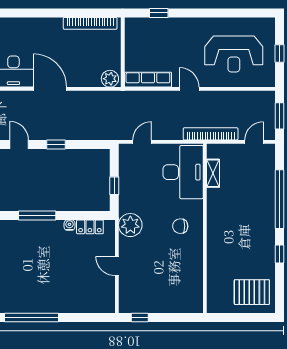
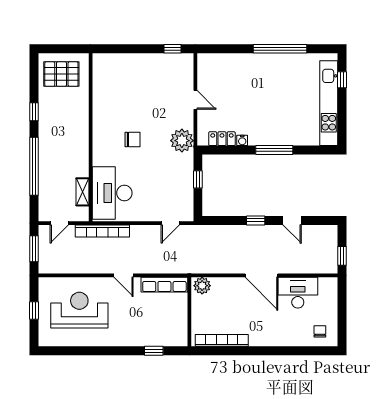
desk: (183, 172) -> (112, 193), moved
shelving: (213, 173) -> (82, 192), moved
wall: (205, 228) -> (91, 137), moved

